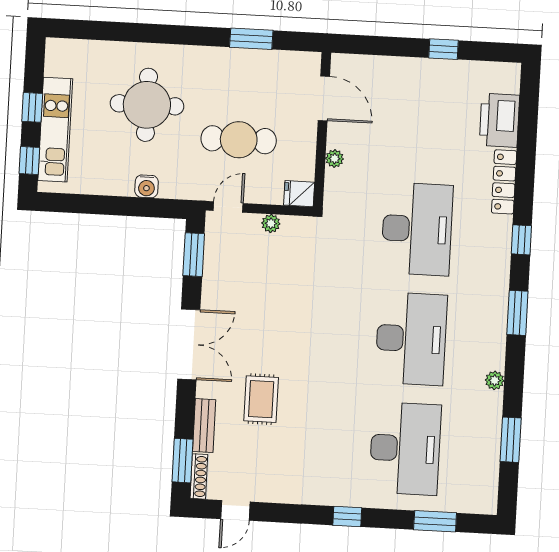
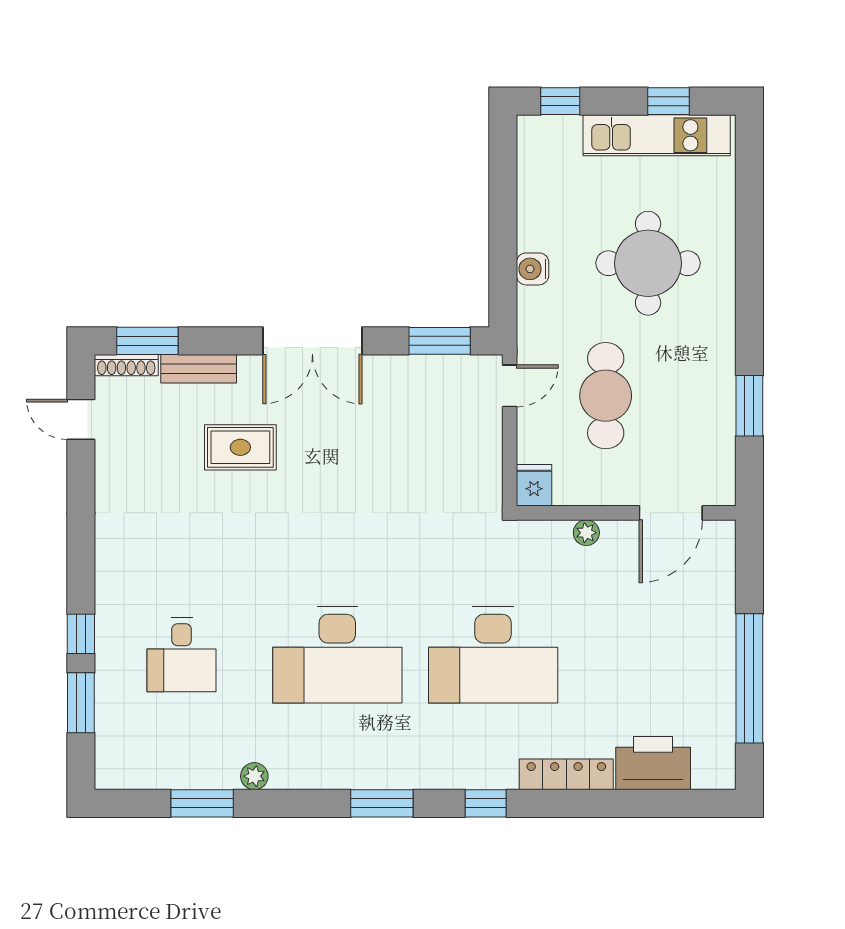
window: (443, 49) -> (749, 678), width x3.17
window: (32, 107) -> (669, 101), moved
kitchen unit: (55, 130) -> (657, 135), moved
door: (228, 207) -> (510, 386), hinge flipped
plant: (271, 223) -> (490, 448), removed
plant: (495, 380) -> (254, 776), moved
desk: (405, 448) -> (182, 655), width x0.53, depth x0.77
window: (347, 516) -> (81, 634), moved

